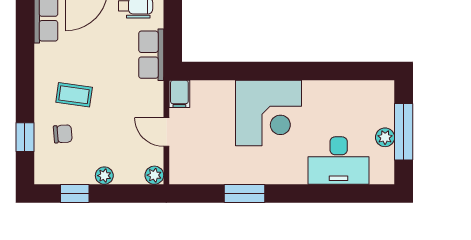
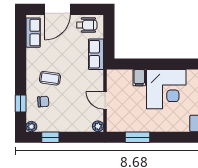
filing cabinet: (179, 94) -> (139, 78), moved
plant: (104, 176) -> (31, 127), moved
window: (244, 194) -> (138, 137), moved

